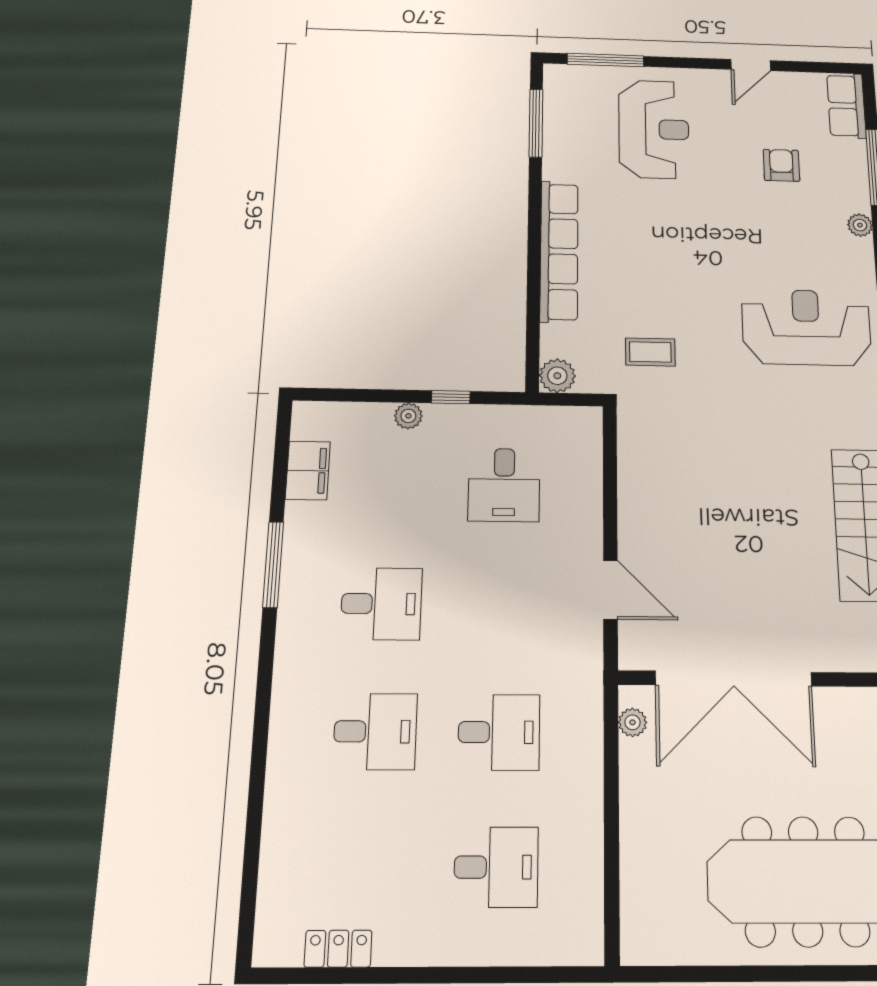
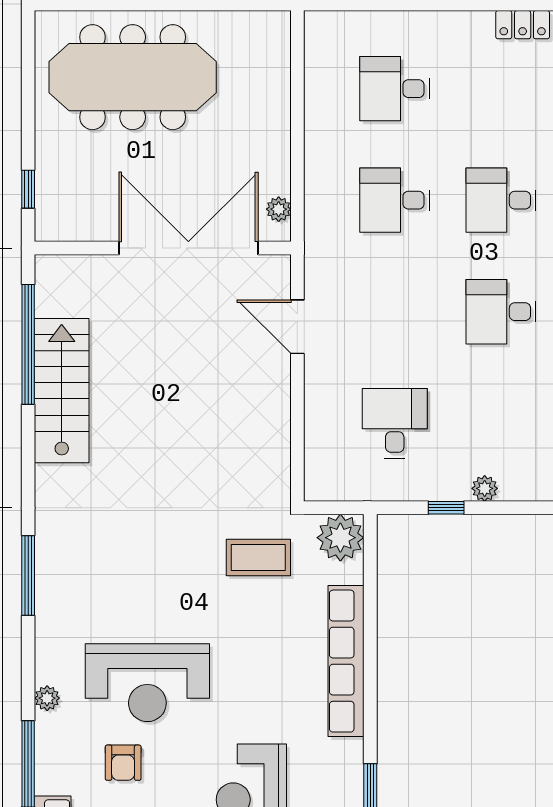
reception desk: (806, 327) -> (147, 683), moved
coffee table: (650, 352) -> (258, 557), width x1.36, depth x1.30
plant: (557, 376) -> (340, 538), width x1.36, depth x1.36

